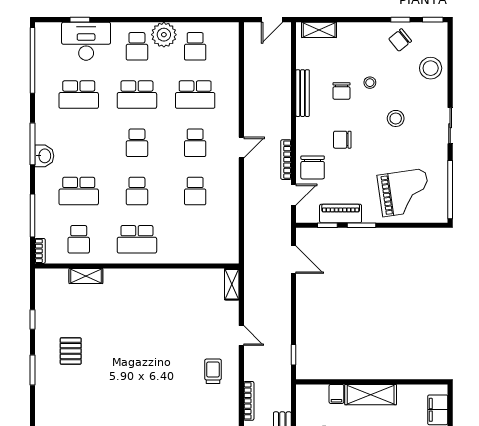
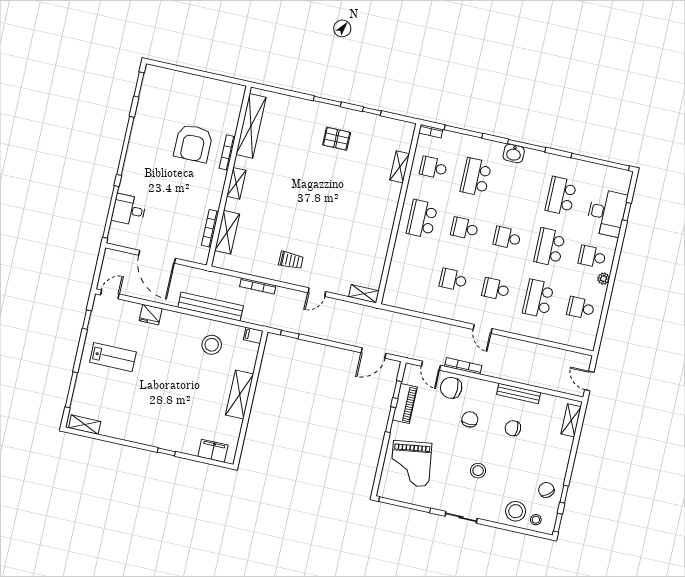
plant: (164, 35) -> (604, 279), width x0.53, depth x0.53
stool: (370, 83) -> (536, 520), moved
filing cabinet: (336, 394) -> (253, 335), moved

